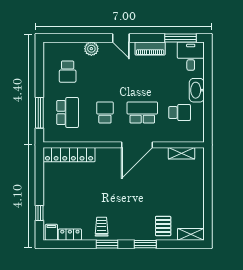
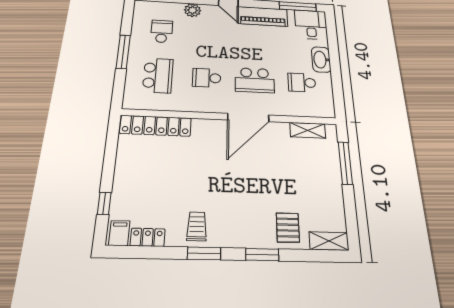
piano: (150, 48) -> (263, 16), width x1.37, depth x1.33
school desk: (68, 72) -> (162, 31), turned 180
school desk: (105, 112) -> (207, 78), turned -90
school desk: (142, 112) -> (255, 80), turned 180
school desk: (180, 112) -> (302, 83), turned 180
window: (39, 113) -> (123, 52), moved
window: (208, 178) -> (345, 163), added

